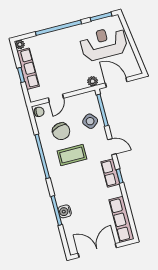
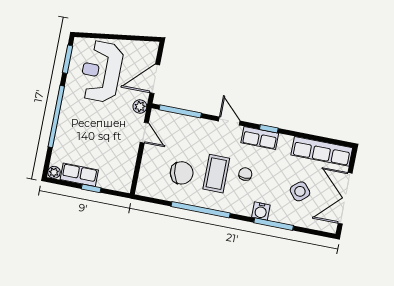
row of seats: (28, 69) -> (79, 175), width x0.68
door: (56, 98) -> (144, 133), moved
chair: (39, 112) -> (245, 174), moved
side table: (90, 121) -> (300, 191), moved
door: (112, 147) -> (229, 121), hinge flipped
water cooler: (65, 211) -> (261, 211), moved

